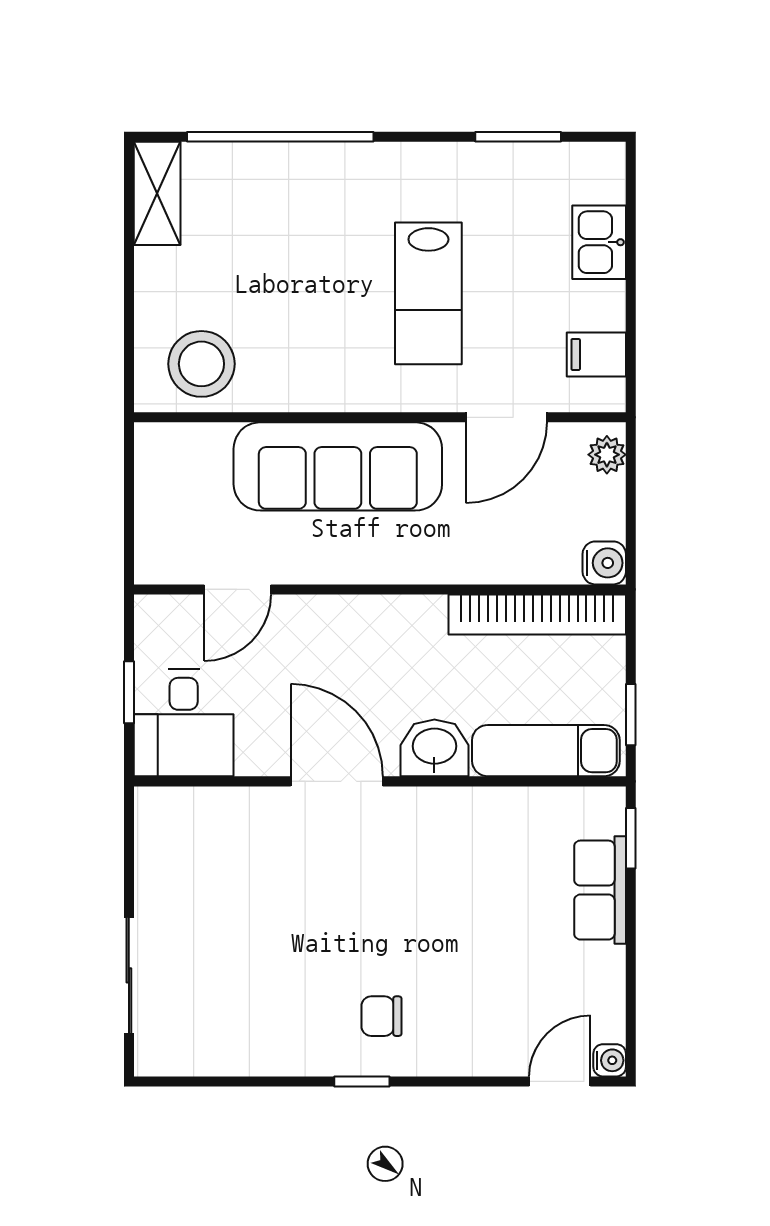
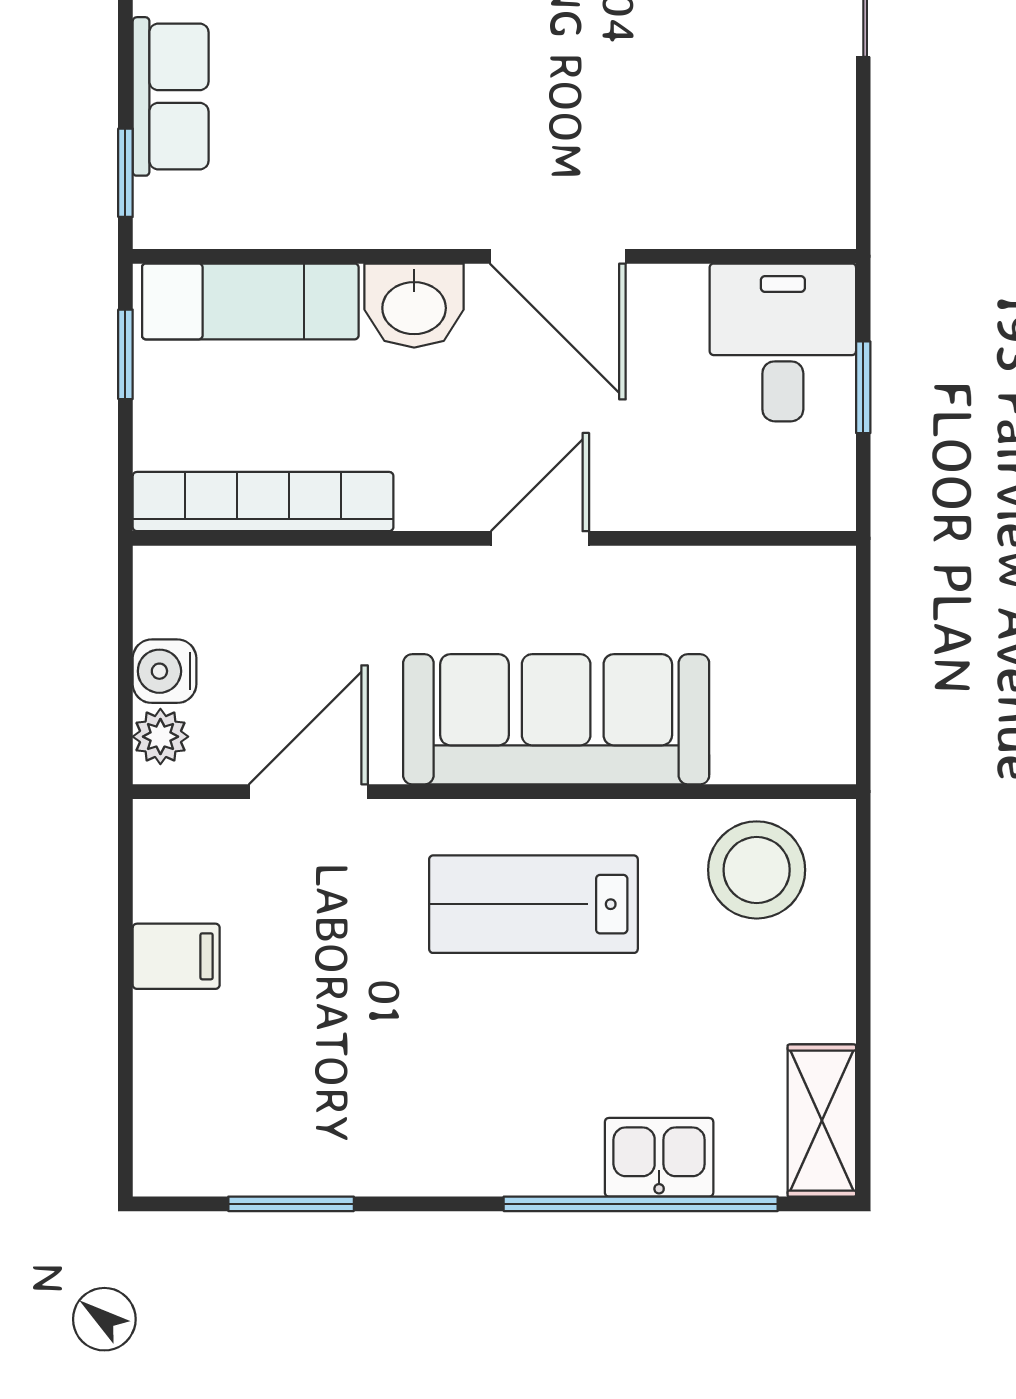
kitchen sink: (599, 242) -> (659, 1157), moved, turned -90
lab bench: (428, 293) -> (533, 904), moved, turned -90
filing cabinet: (596, 354) -> (176, 956), moved
water cooler: (604, 563) -> (165, 671), moved
door: (237, 589) -> (540, 538), moved

